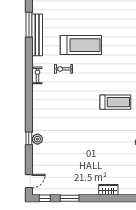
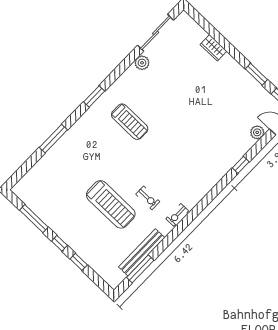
treadmill: (81, 45) -> (111, 204), turned 180
treadmill: (115, 102) -> (130, 122), turned 180
plant: (37, 139) -> (257, 132), moved

